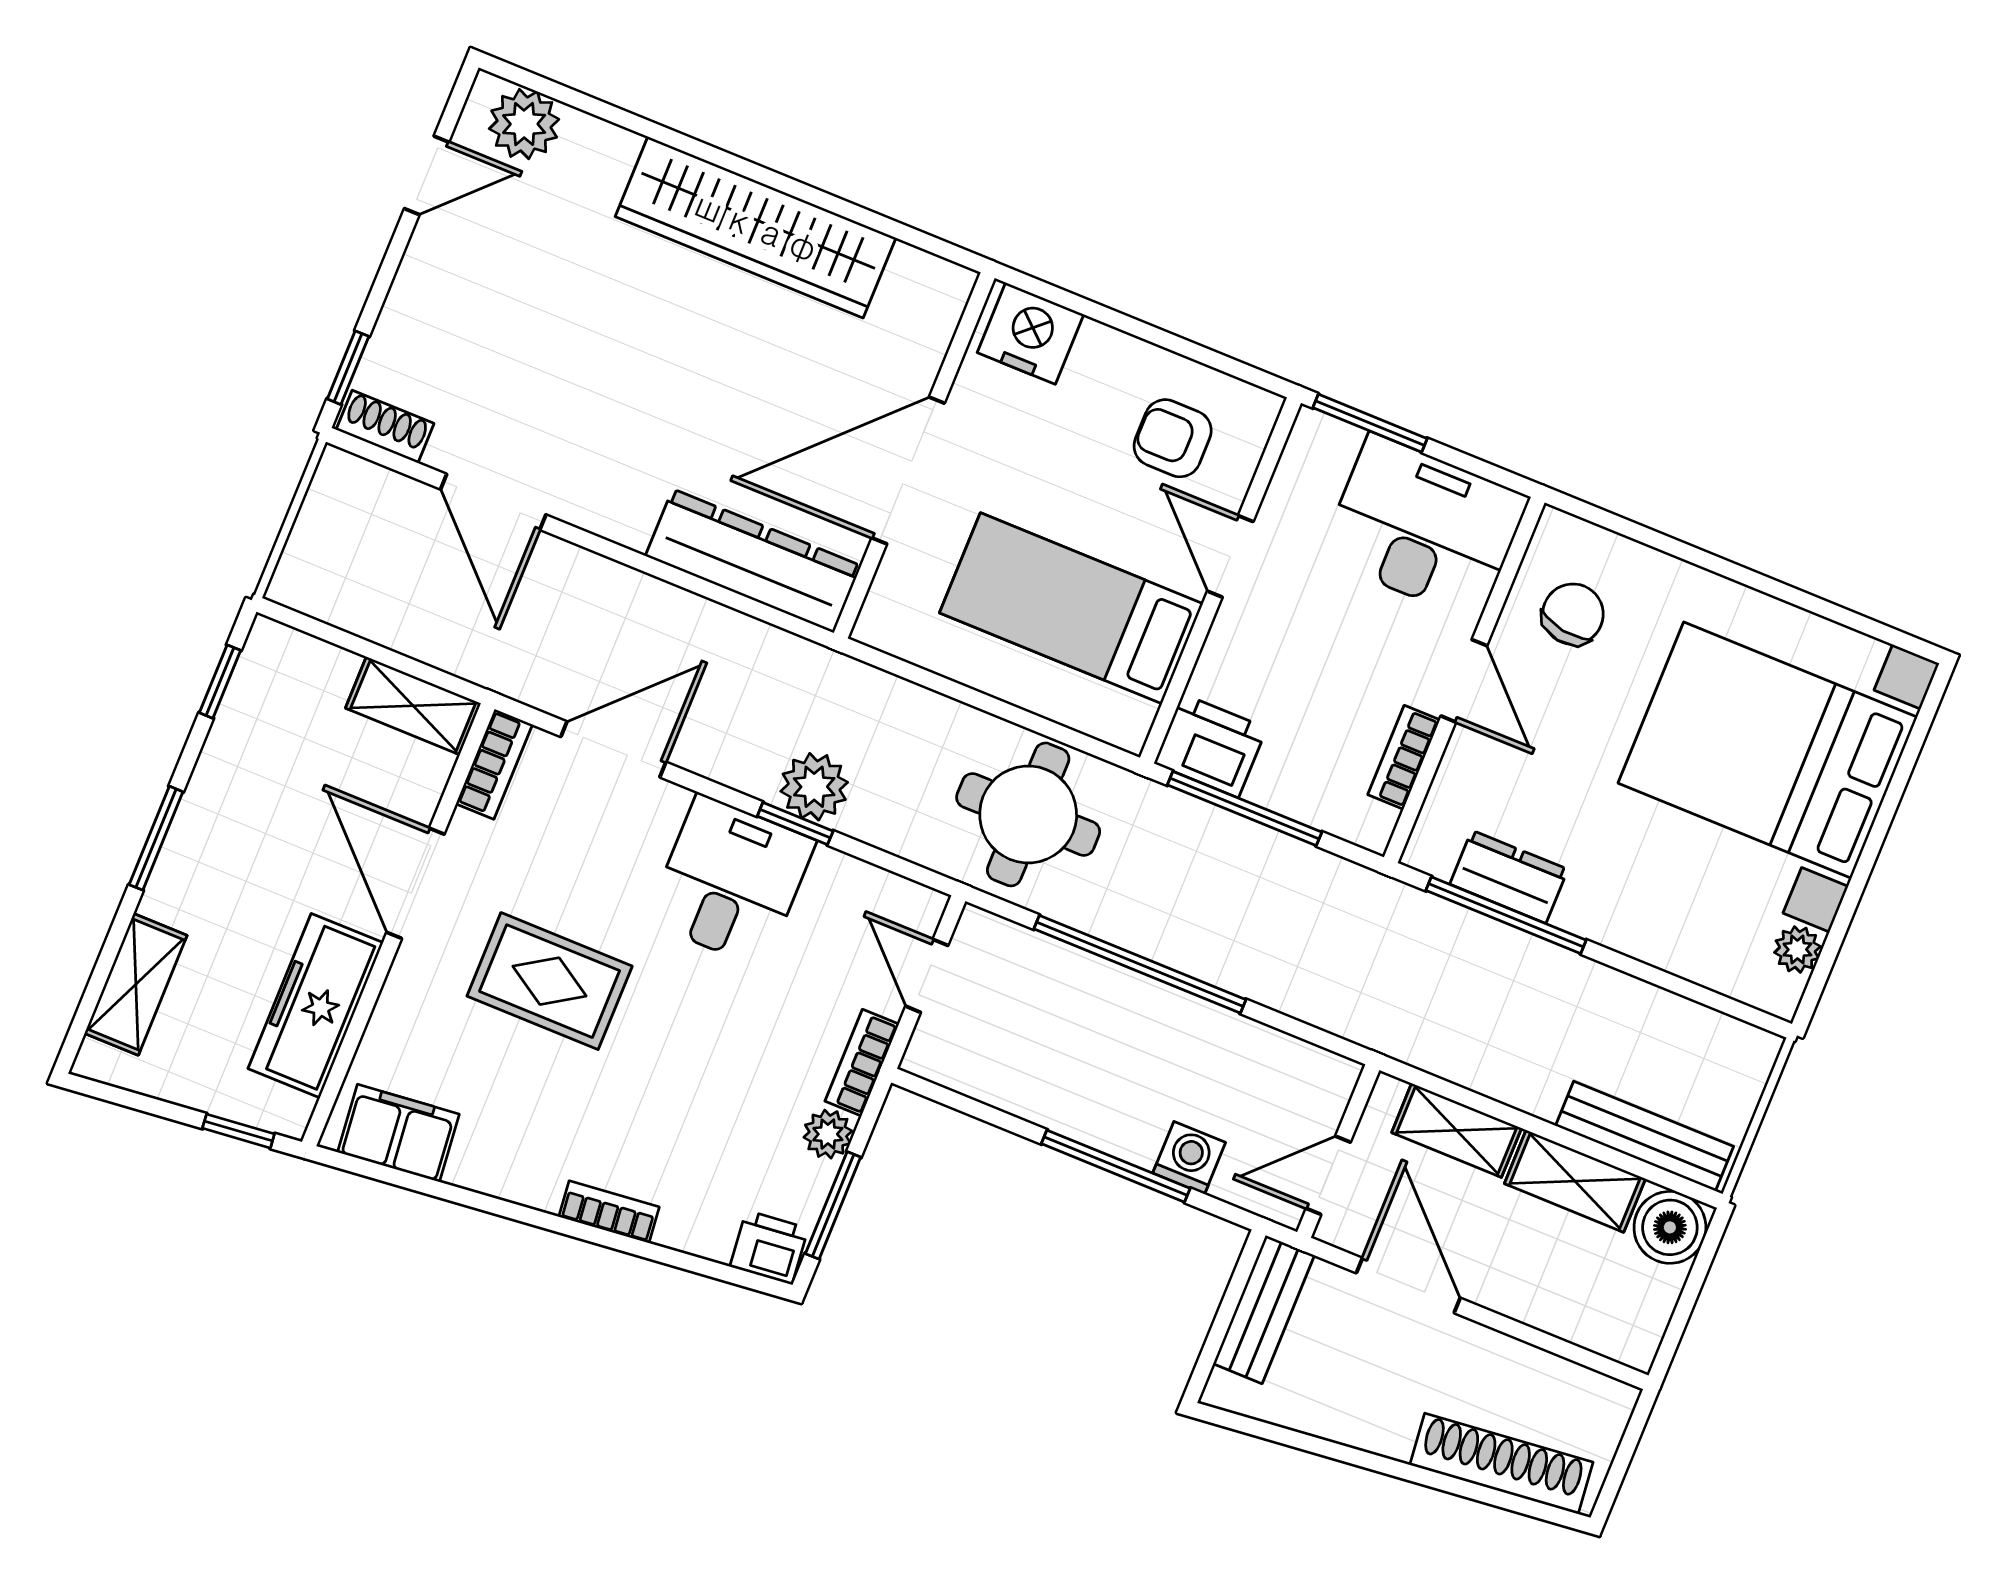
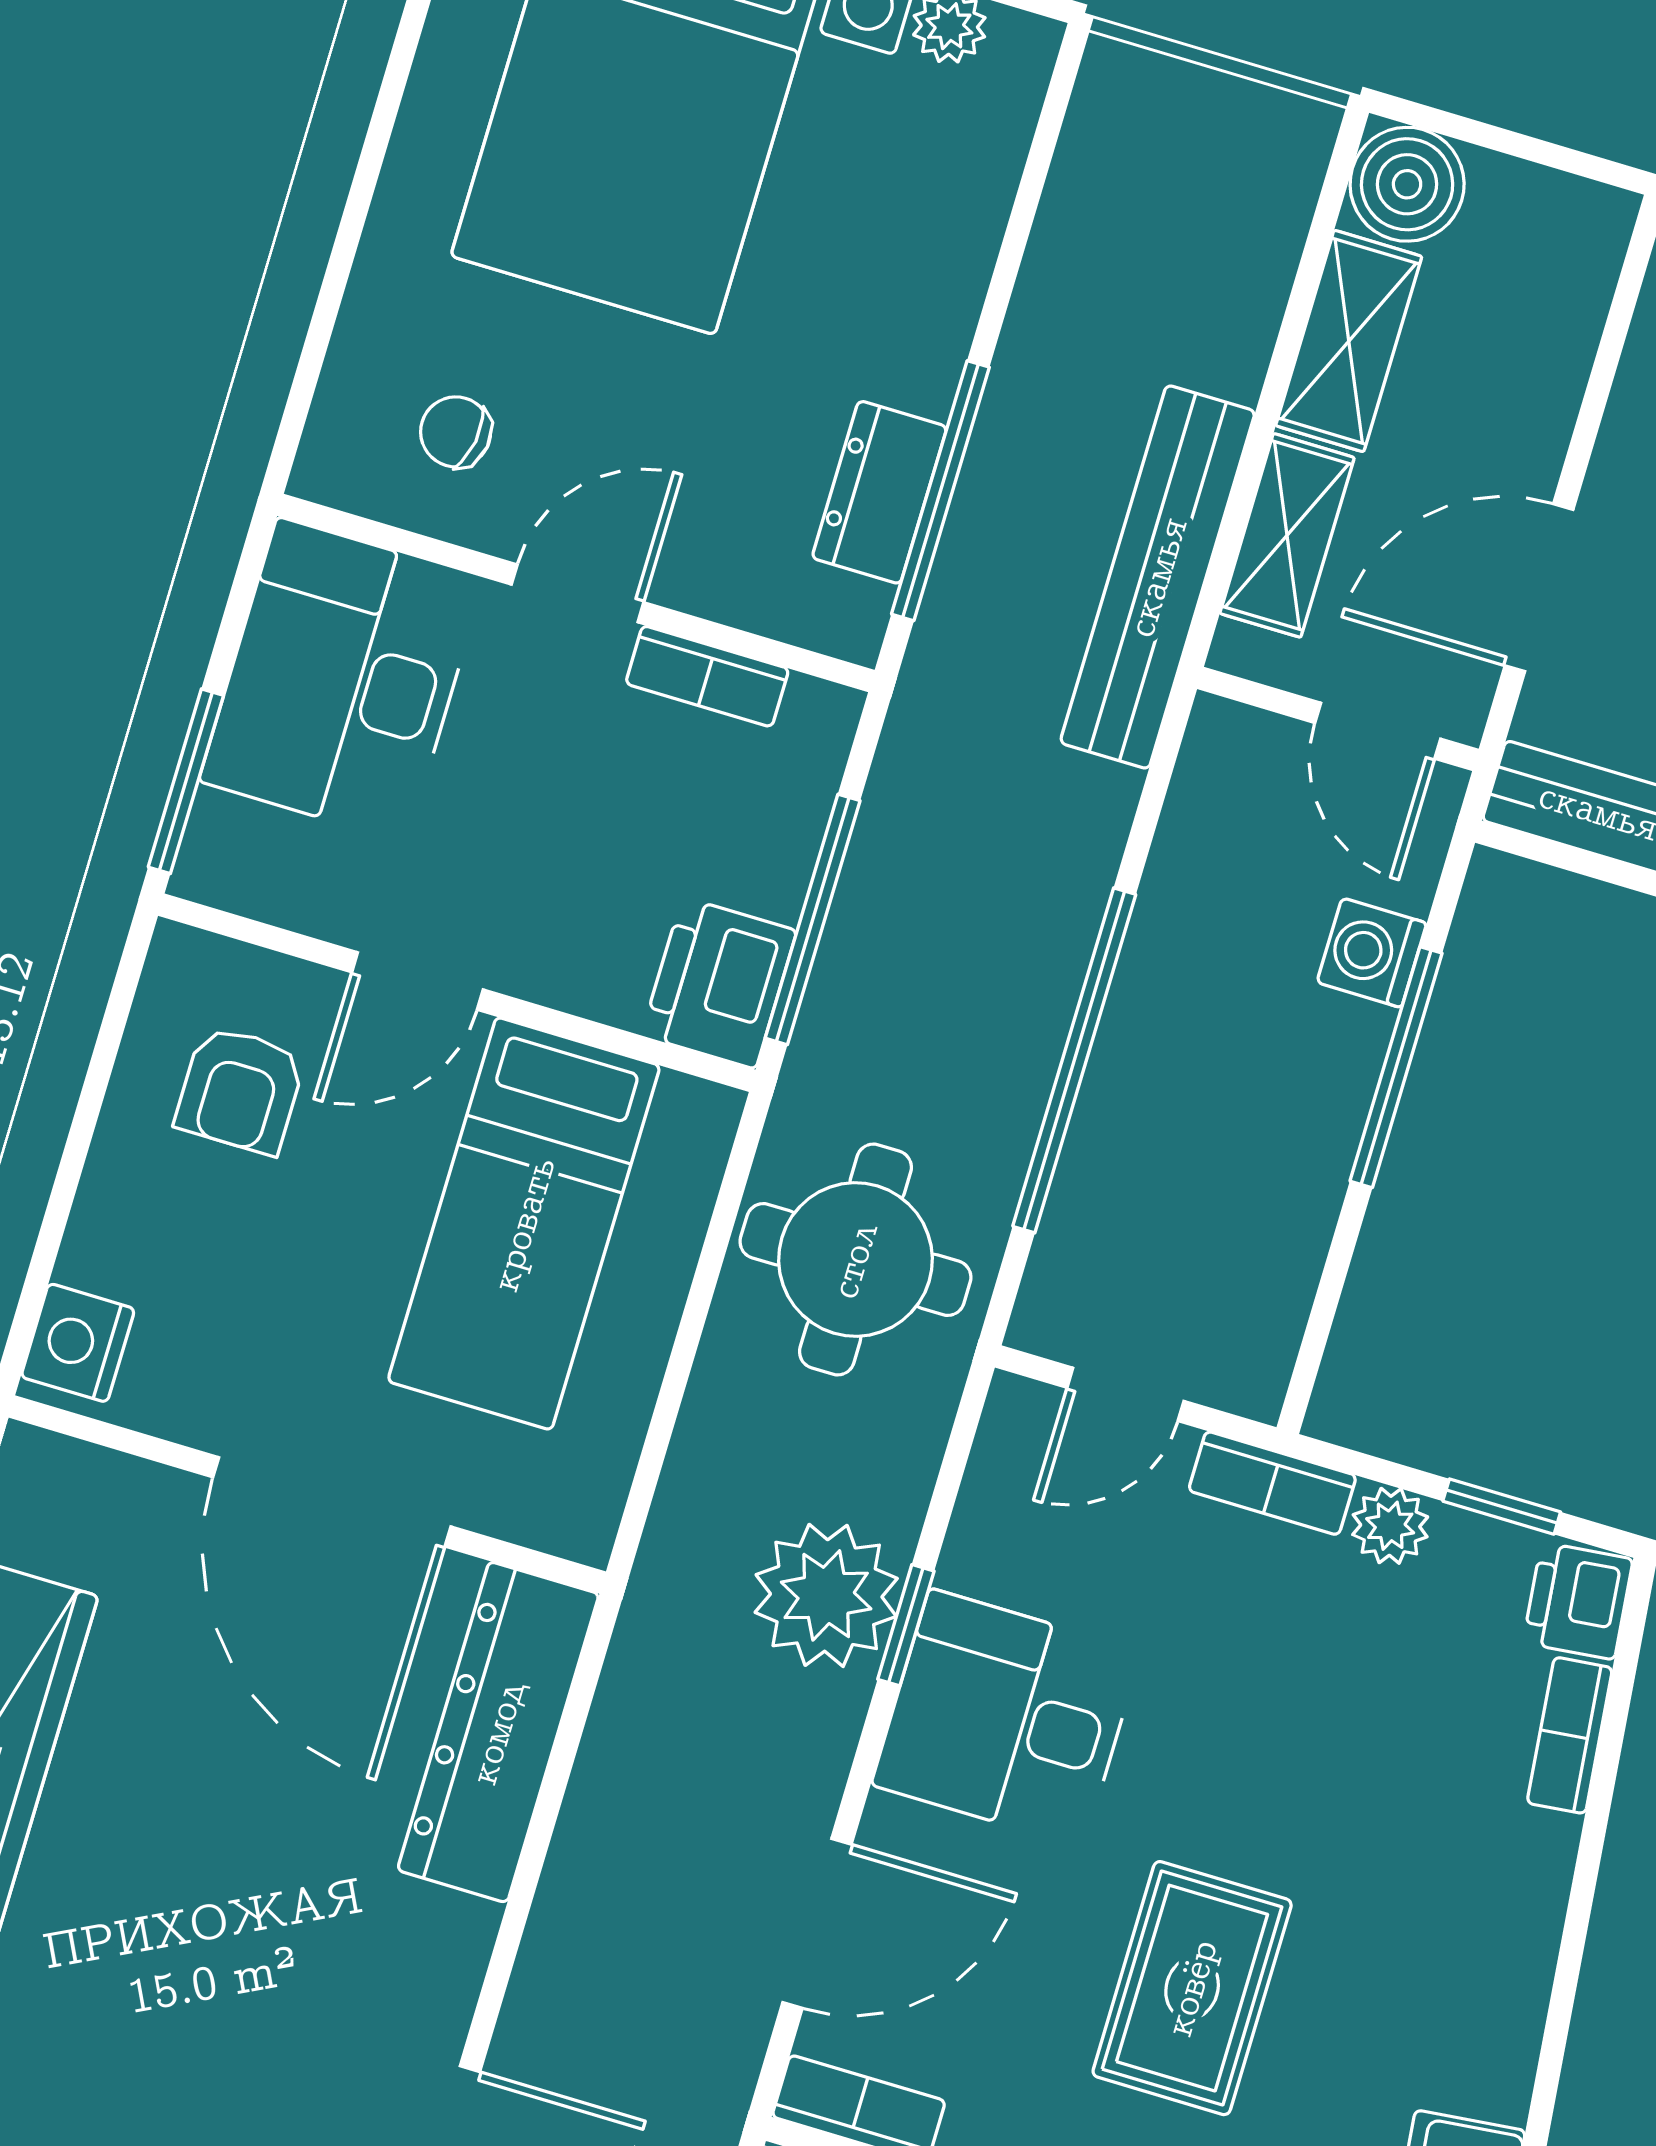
nightstand: (1030, 333) -> (78, 1343), width x0.74, depth x0.75
chair: (1573, 614) -> (456, 432), width x0.73, depth x0.73
door: (613, 749) -> (817, 1923), swing flipped
plant: (814, 787) -> (826, 1595), width x1.36, depth x1.36
bench: (1644, 1136) -> (1158, 577), moved, width x1.37, depth x1.21
window: (833, 1205) -> (1502, 1507), width x0.67
bookcase: (609, 1212) -> (1570, 1735), moved

